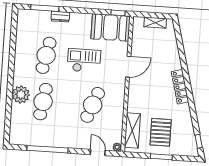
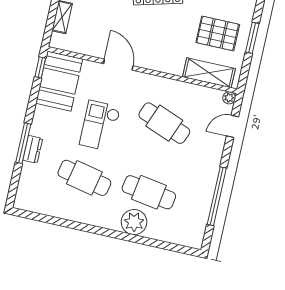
window: (45, 8) -> (23, 143), moved

